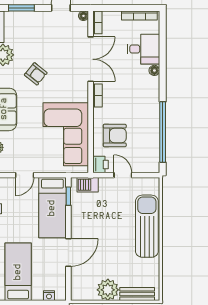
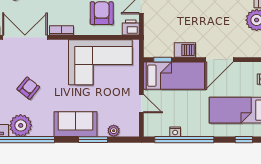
armchair: (36, 74) -> (28, 88), moved
barbecue: (88, 185) -> (185, 50), moved, turned -90
door: (68, 253) -> (219, 60), swing flipped

